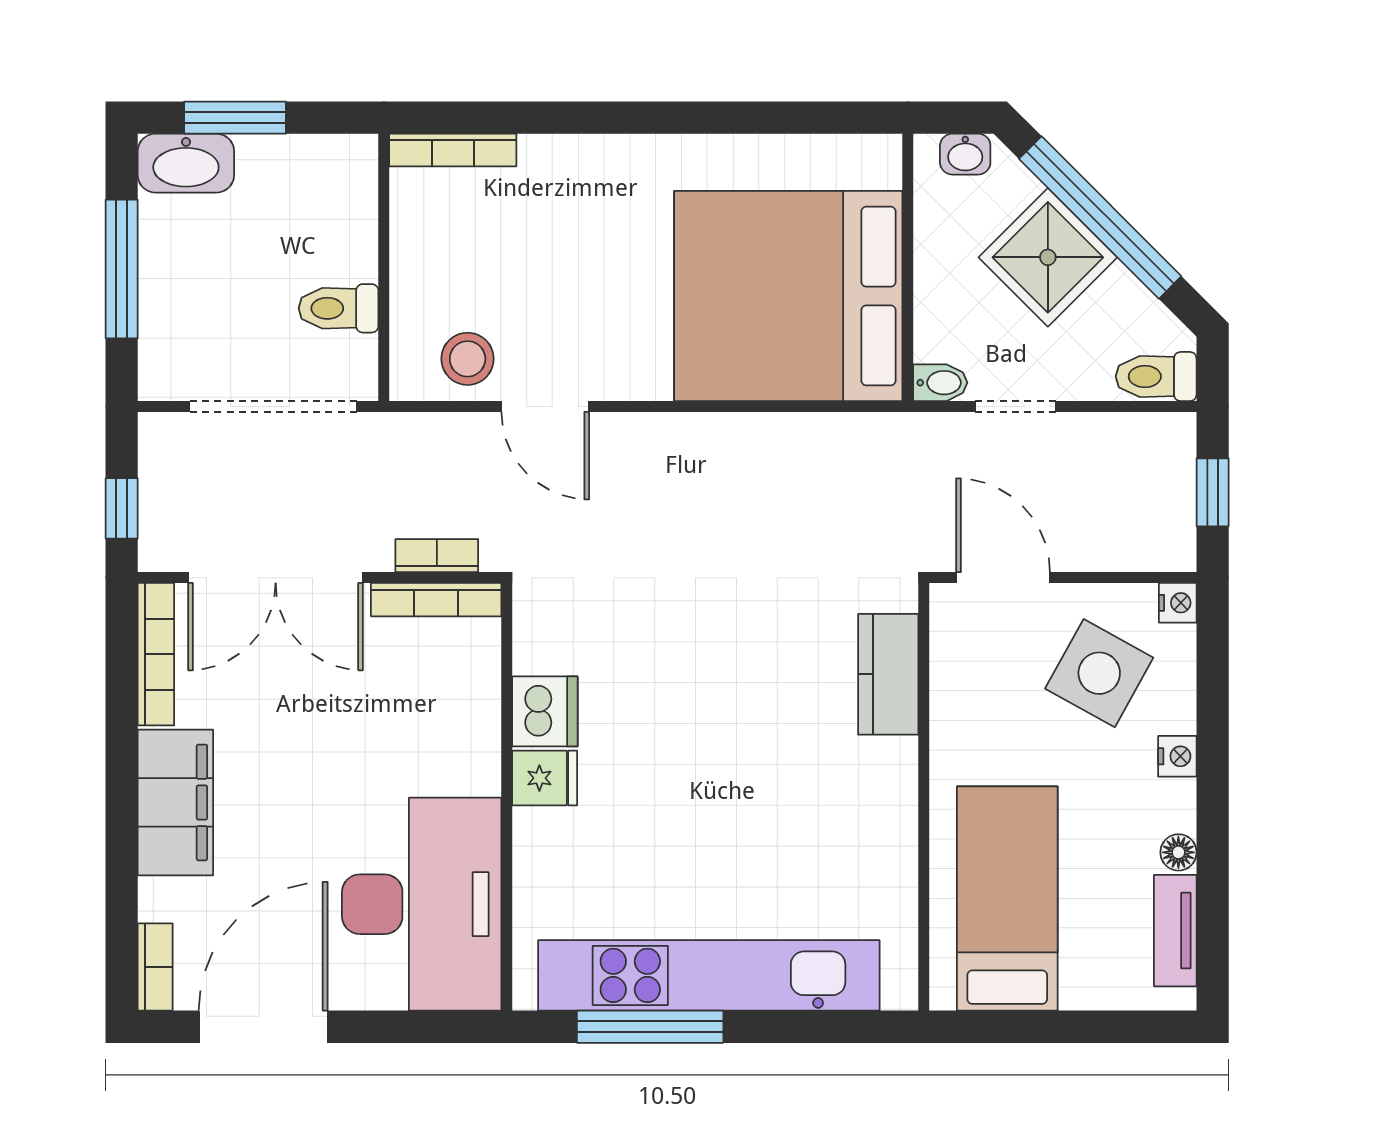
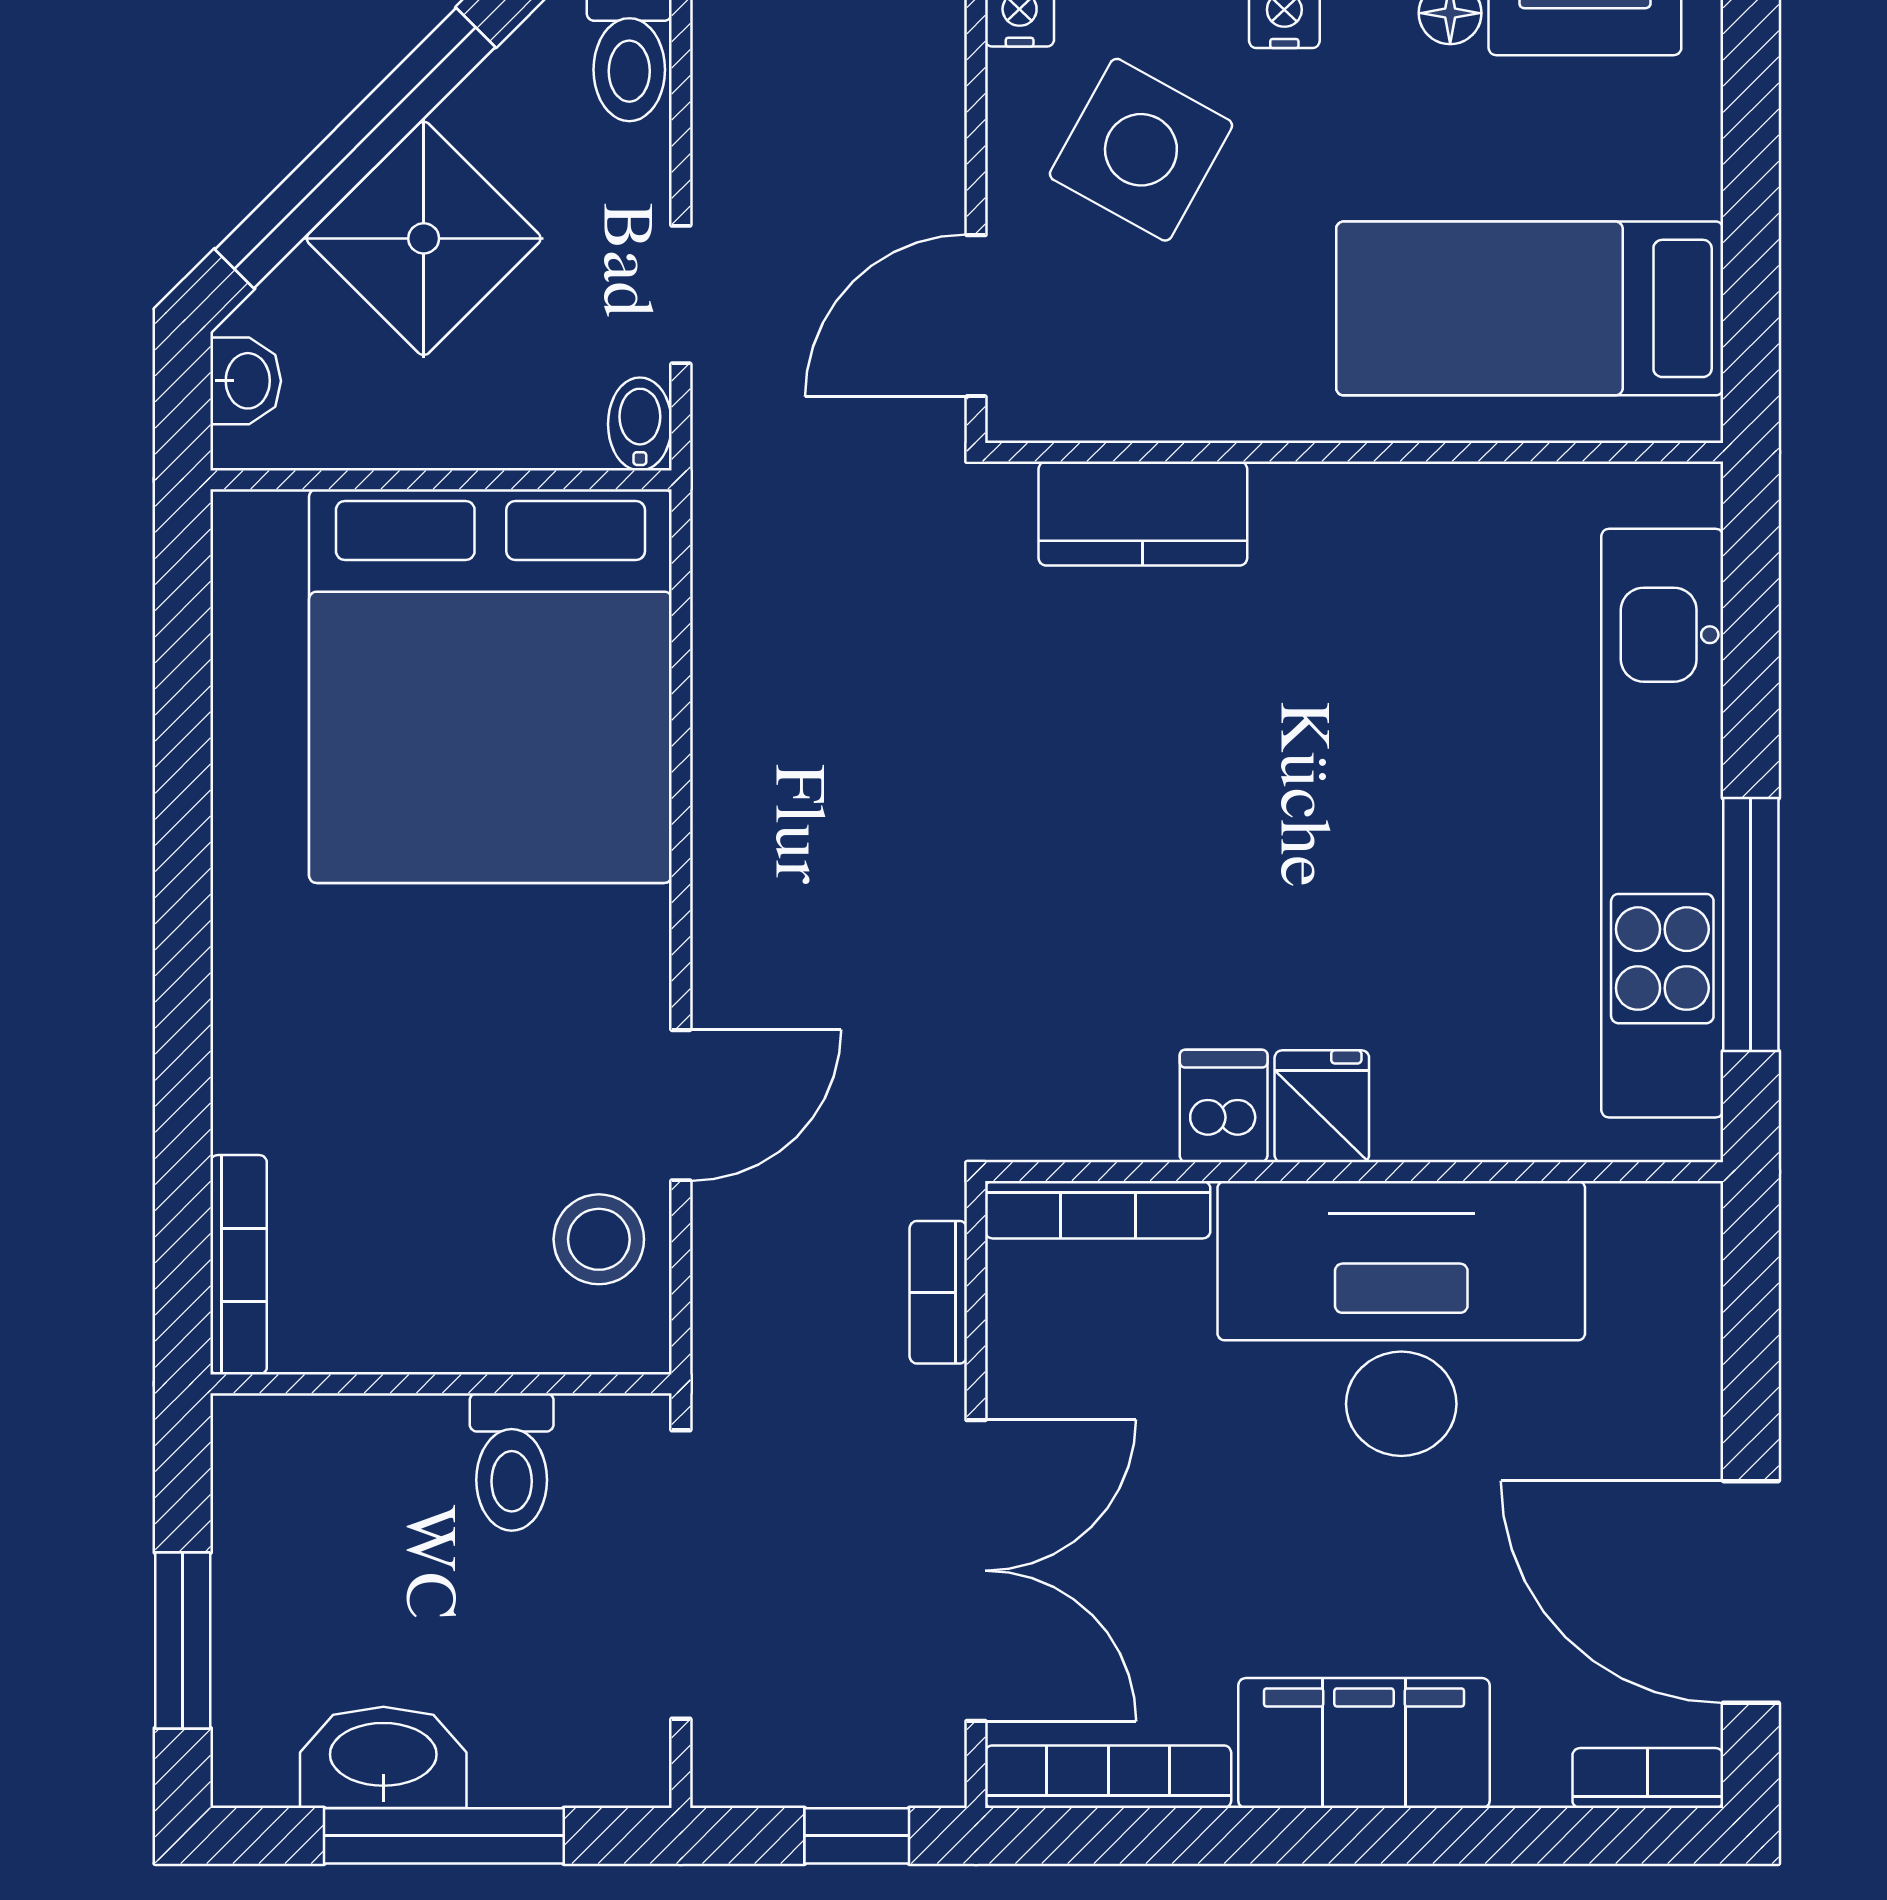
washbasin: (186, 163) -> (383, 1757), moved, turned -90
bookcase: (436, 600) -> (1098, 1210), moved, turned 90
dishwasher: (545, 711) -> (1224, 1106), width x0.73
desk: (422, 904) -> (1401, 1318), moved

